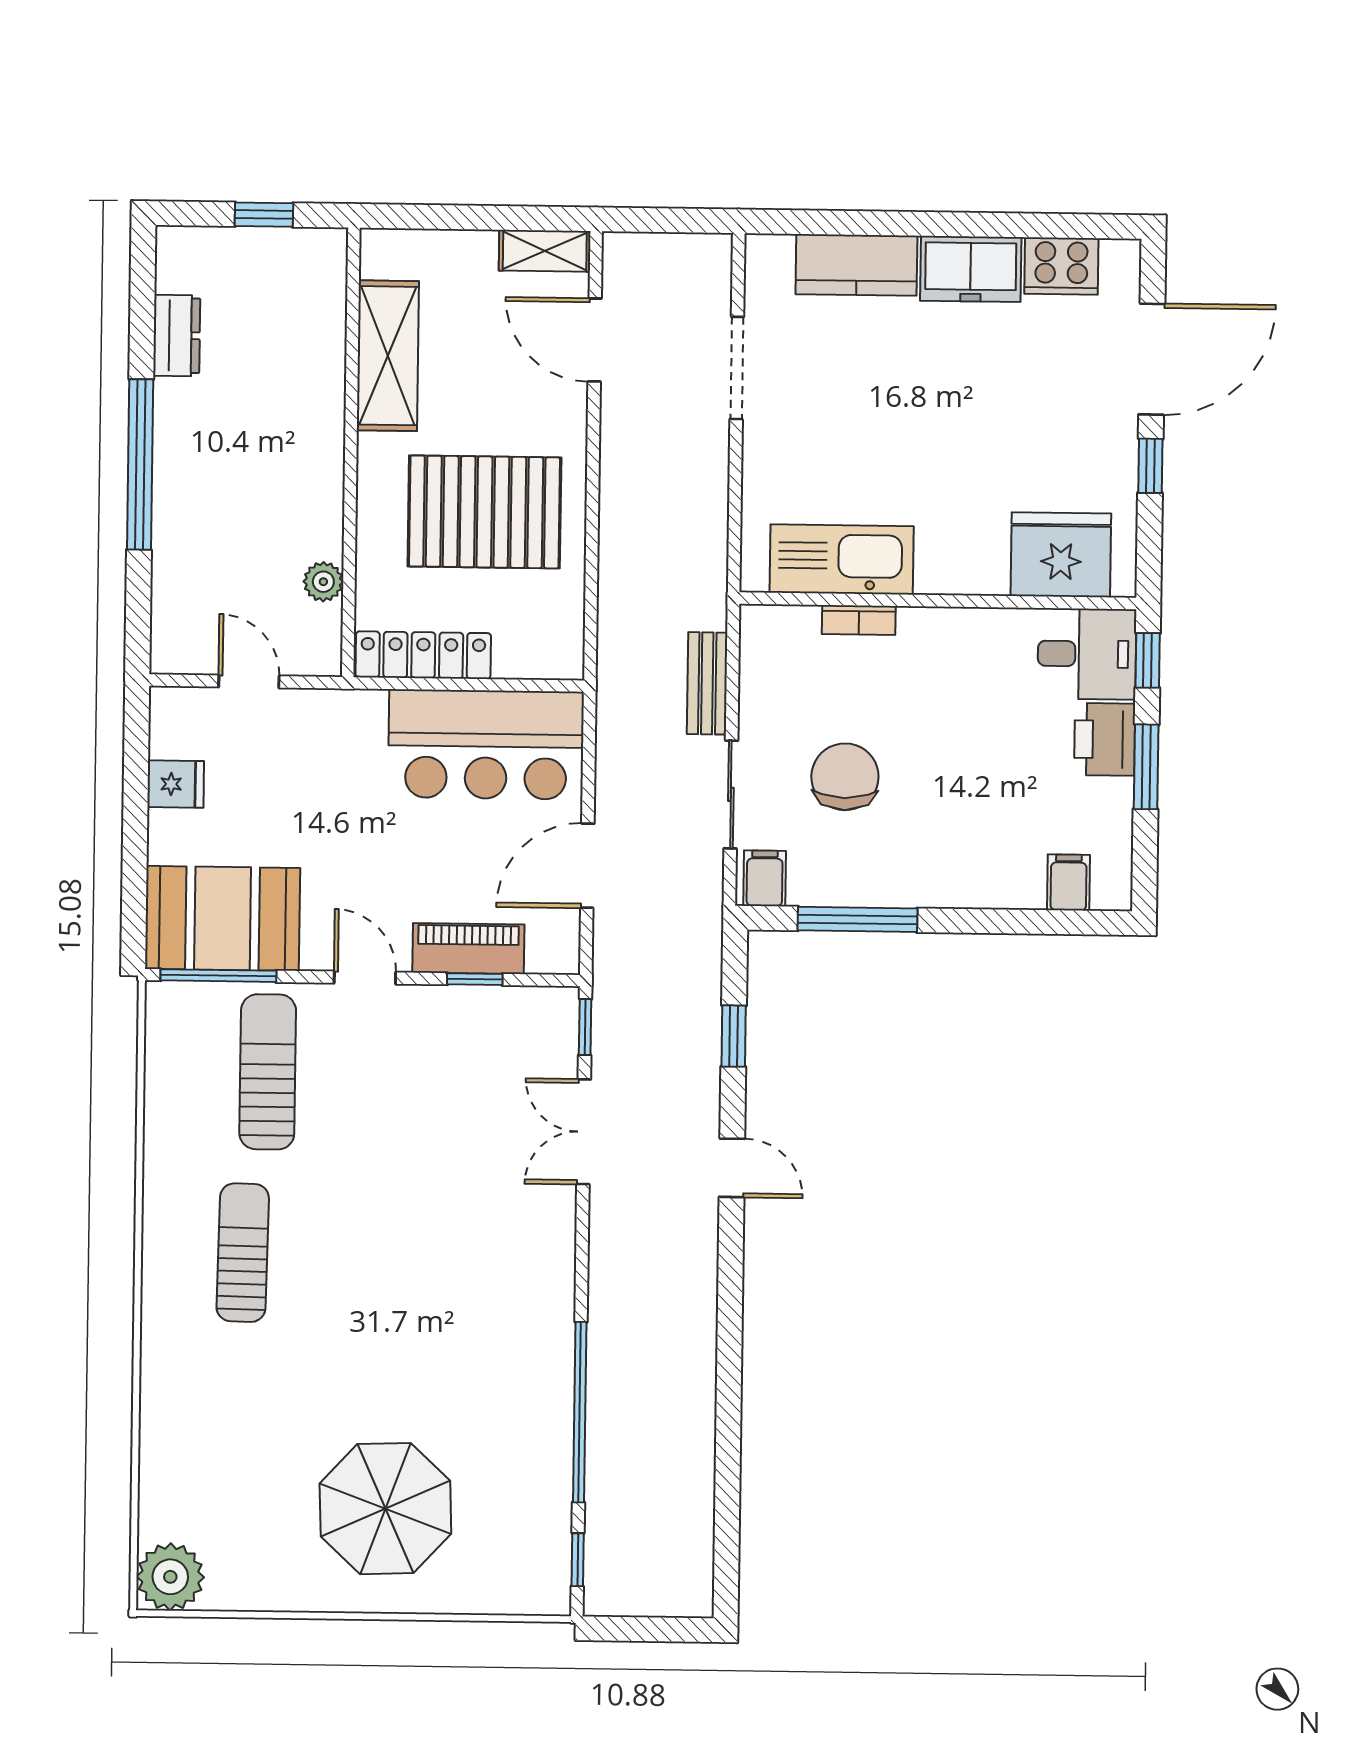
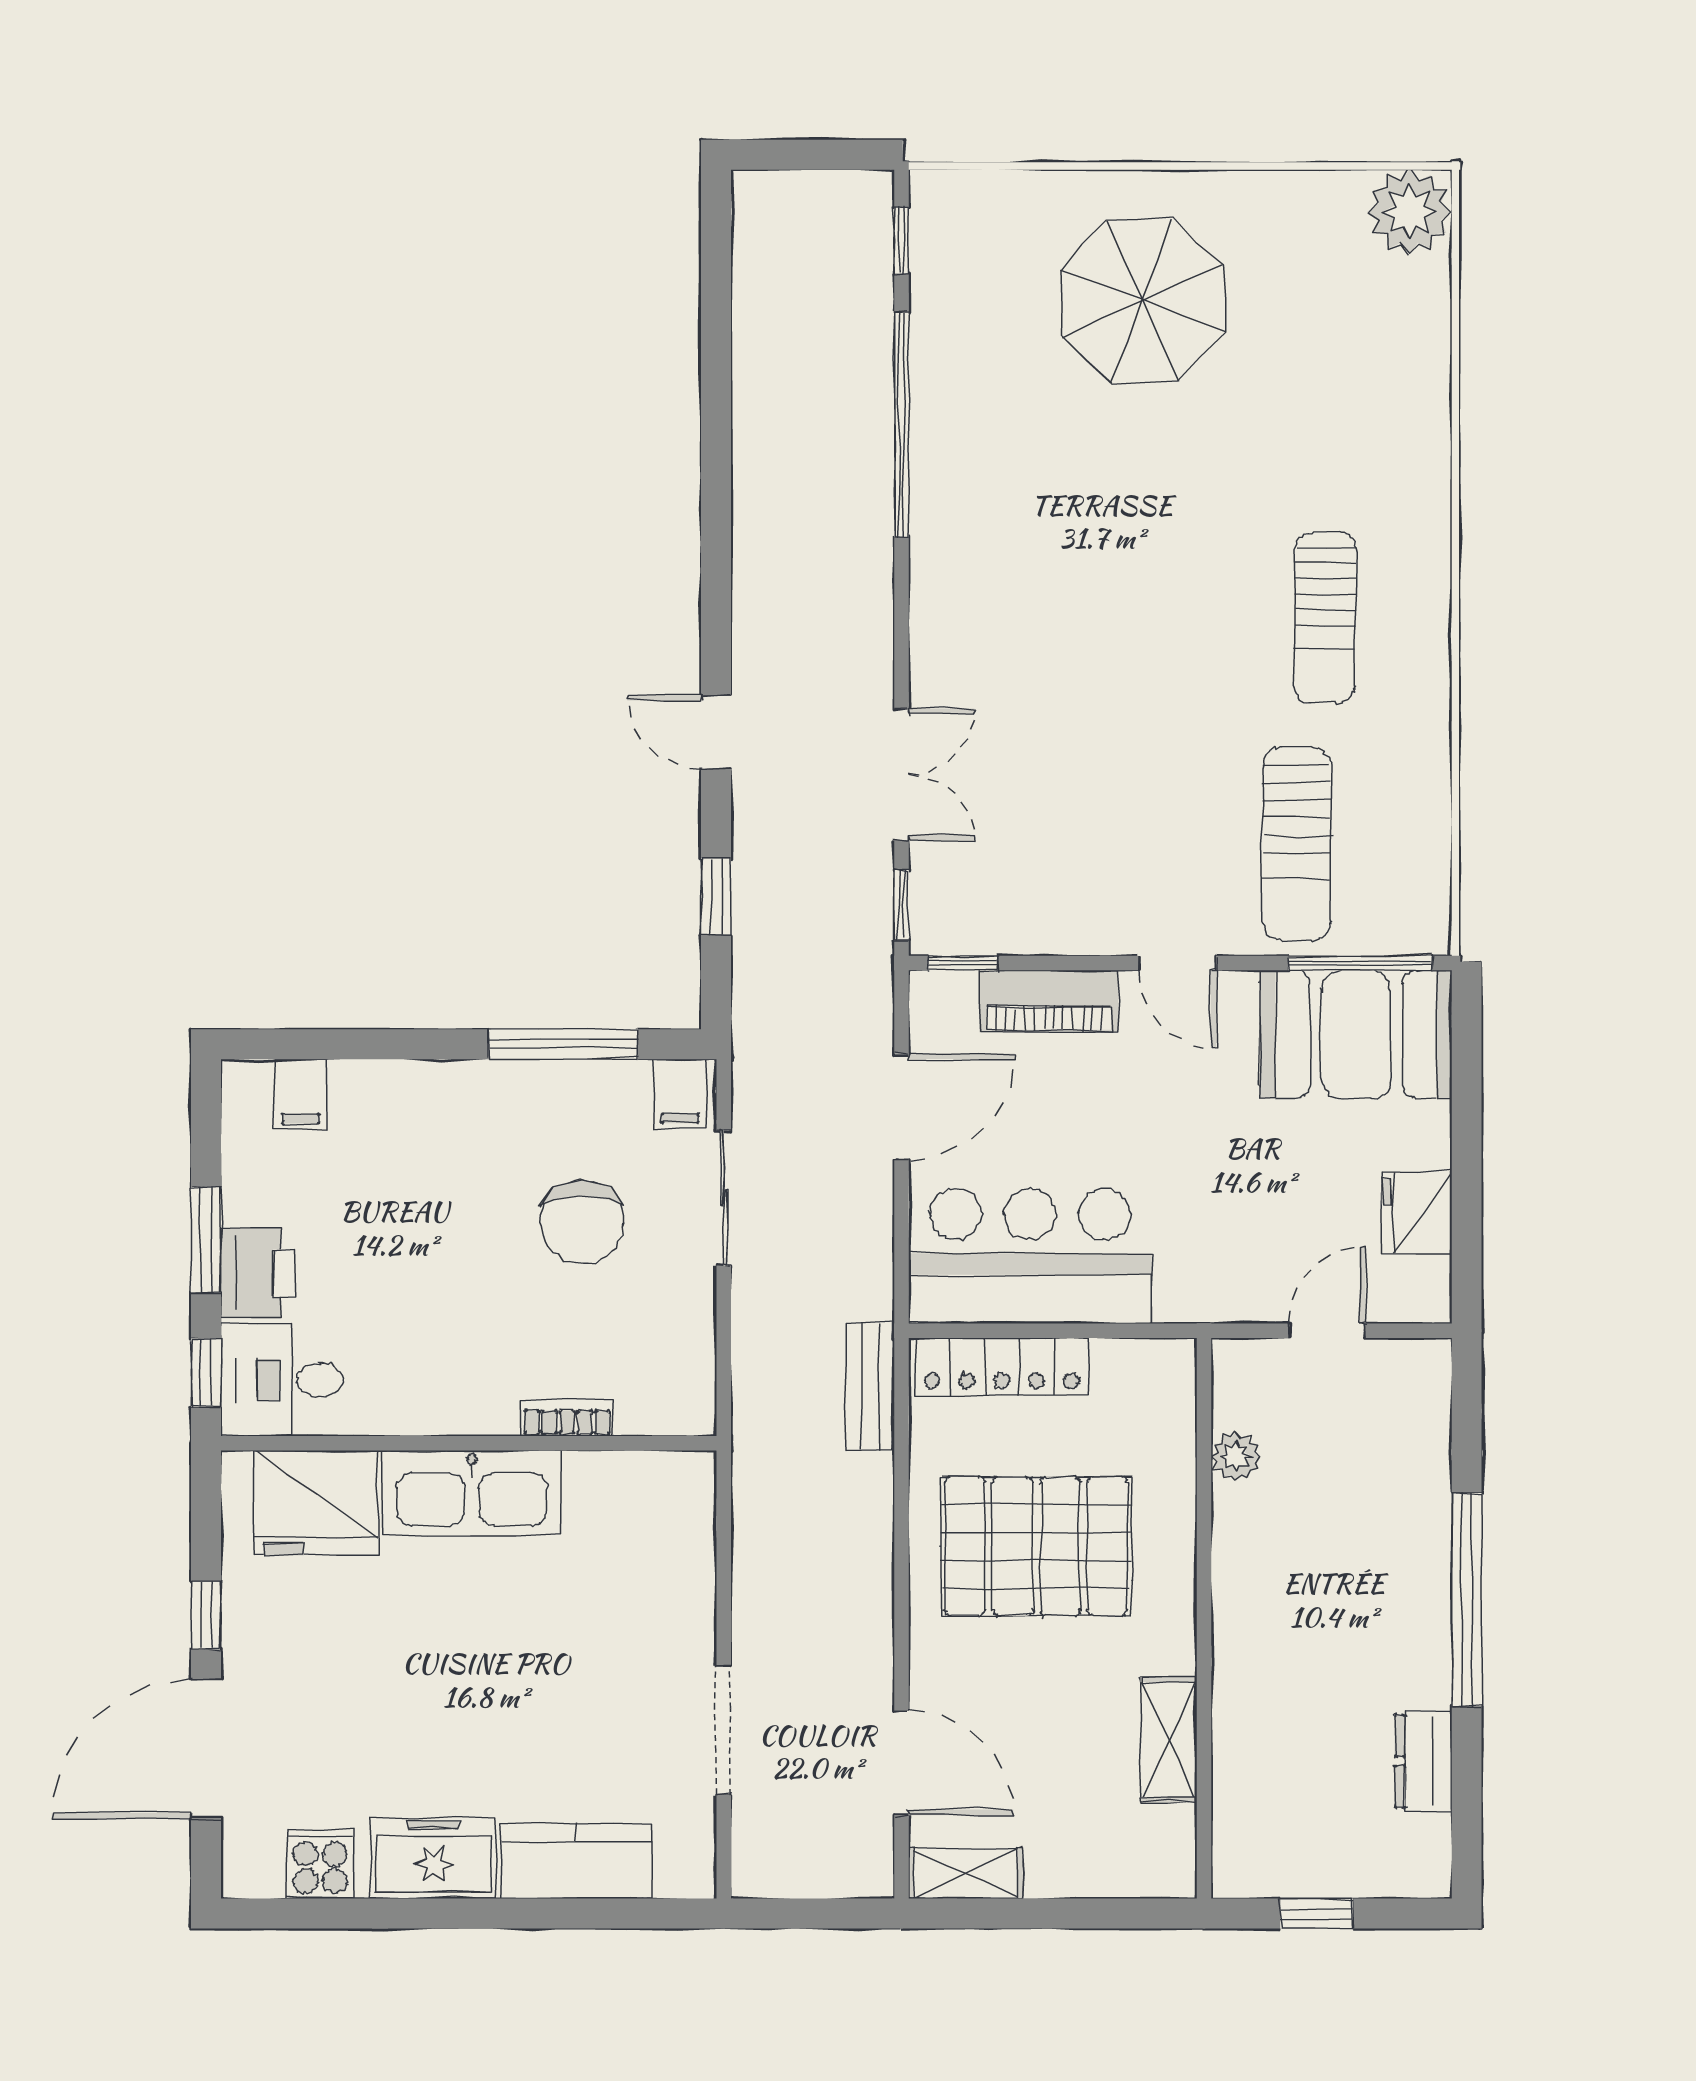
cooker: (1061, 266) -> (320, 1863), width x0.73
shelving: (388, 356) -> (1169, 1740), width x0.67, depth x0.75
kitchen sink: (842, 559) -> (472, 1493), moved
locker: (423, 655) -> (1002, 1366), moved
door: (249, 681) -> (1327, 1331), swing flipped
bench: (707, 683) -> (870, 1386), moved
fridge: (176, 784) -> (1417, 1213), width x1.38
window: (475, 979) -> (963, 963), moved

